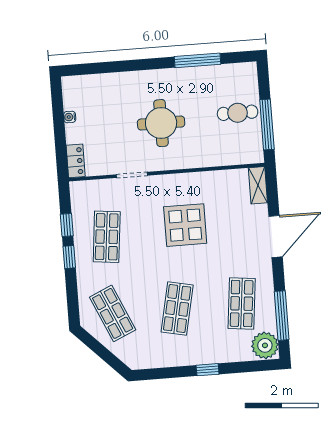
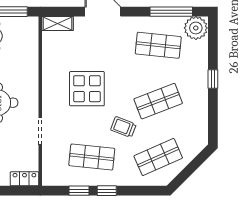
trolley: (144, 271) -> (123, 127), added
shop shelf: (177, 308) -> (158, 101), turned -33

